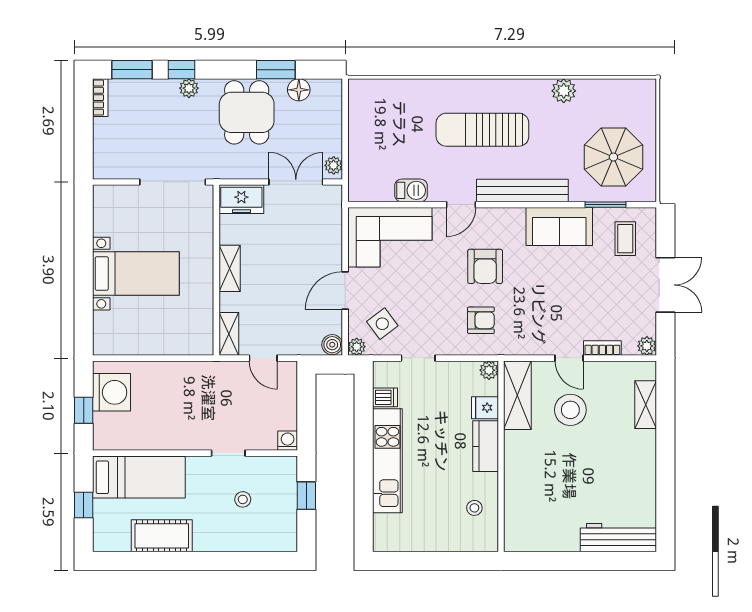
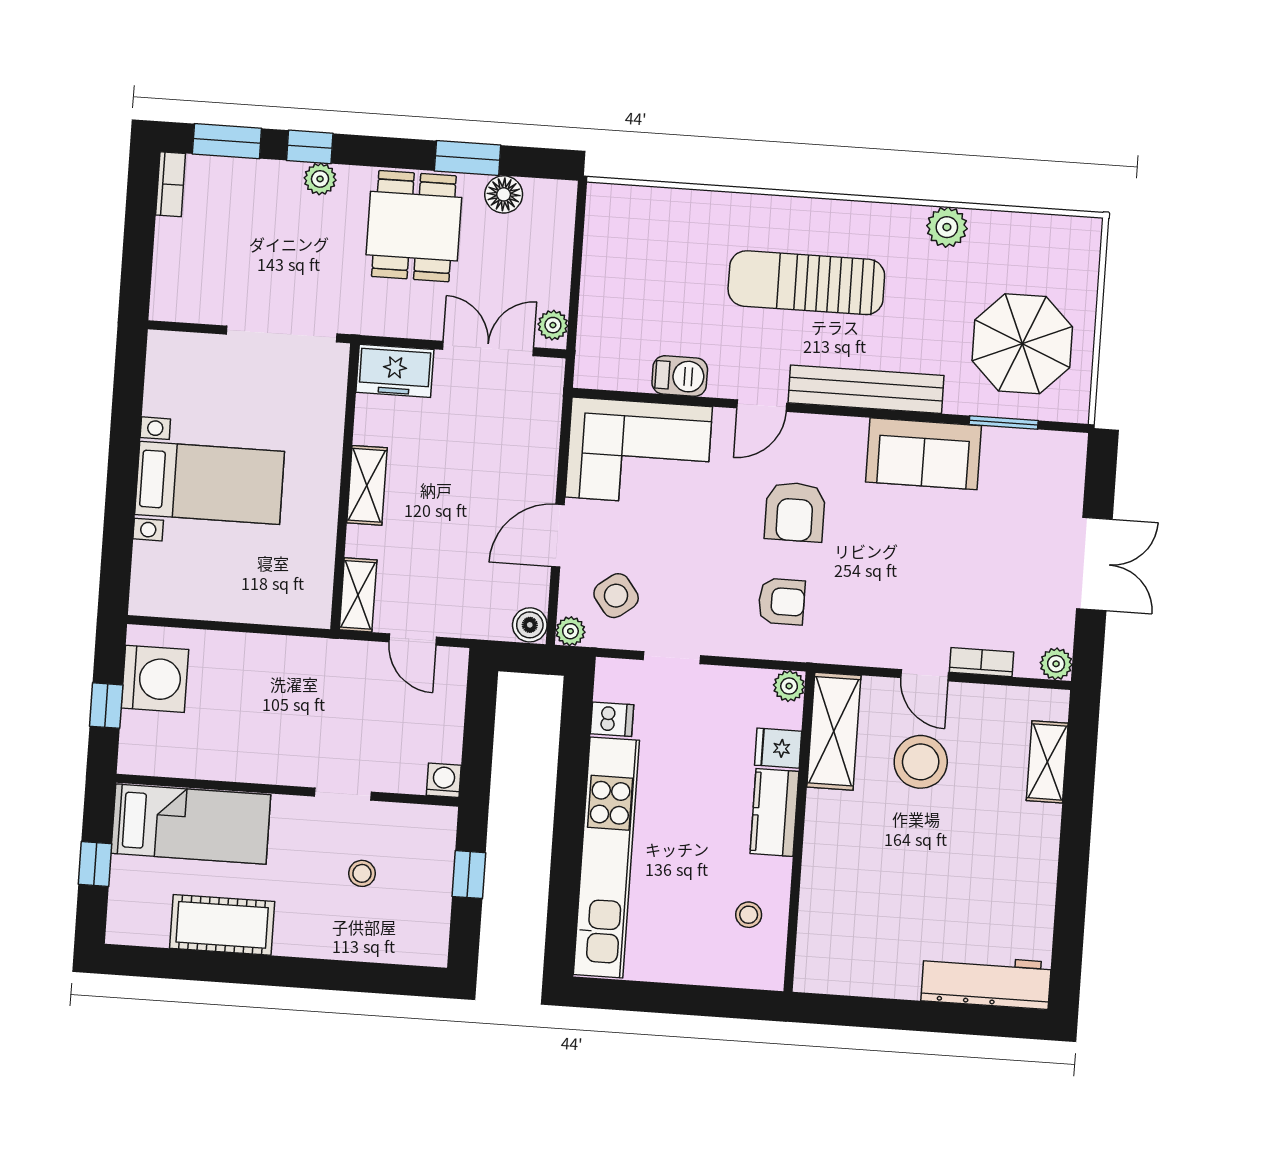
coffee table: (625, 239) -> (1032, 482), removed
kitchen unit: (387, 461) -> (606, 857), width x1.36

